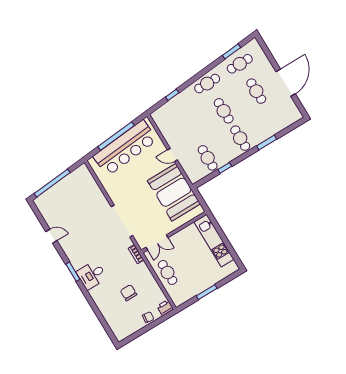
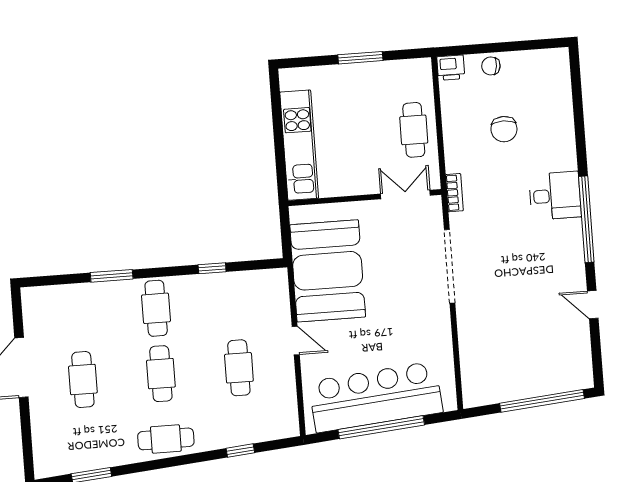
cafe table: (240, 64) -> (88, 445), removed
cafe table: (208, 158) -> (239, 368), moved
window: (73, 272) -> (586, 219), width x2.11

